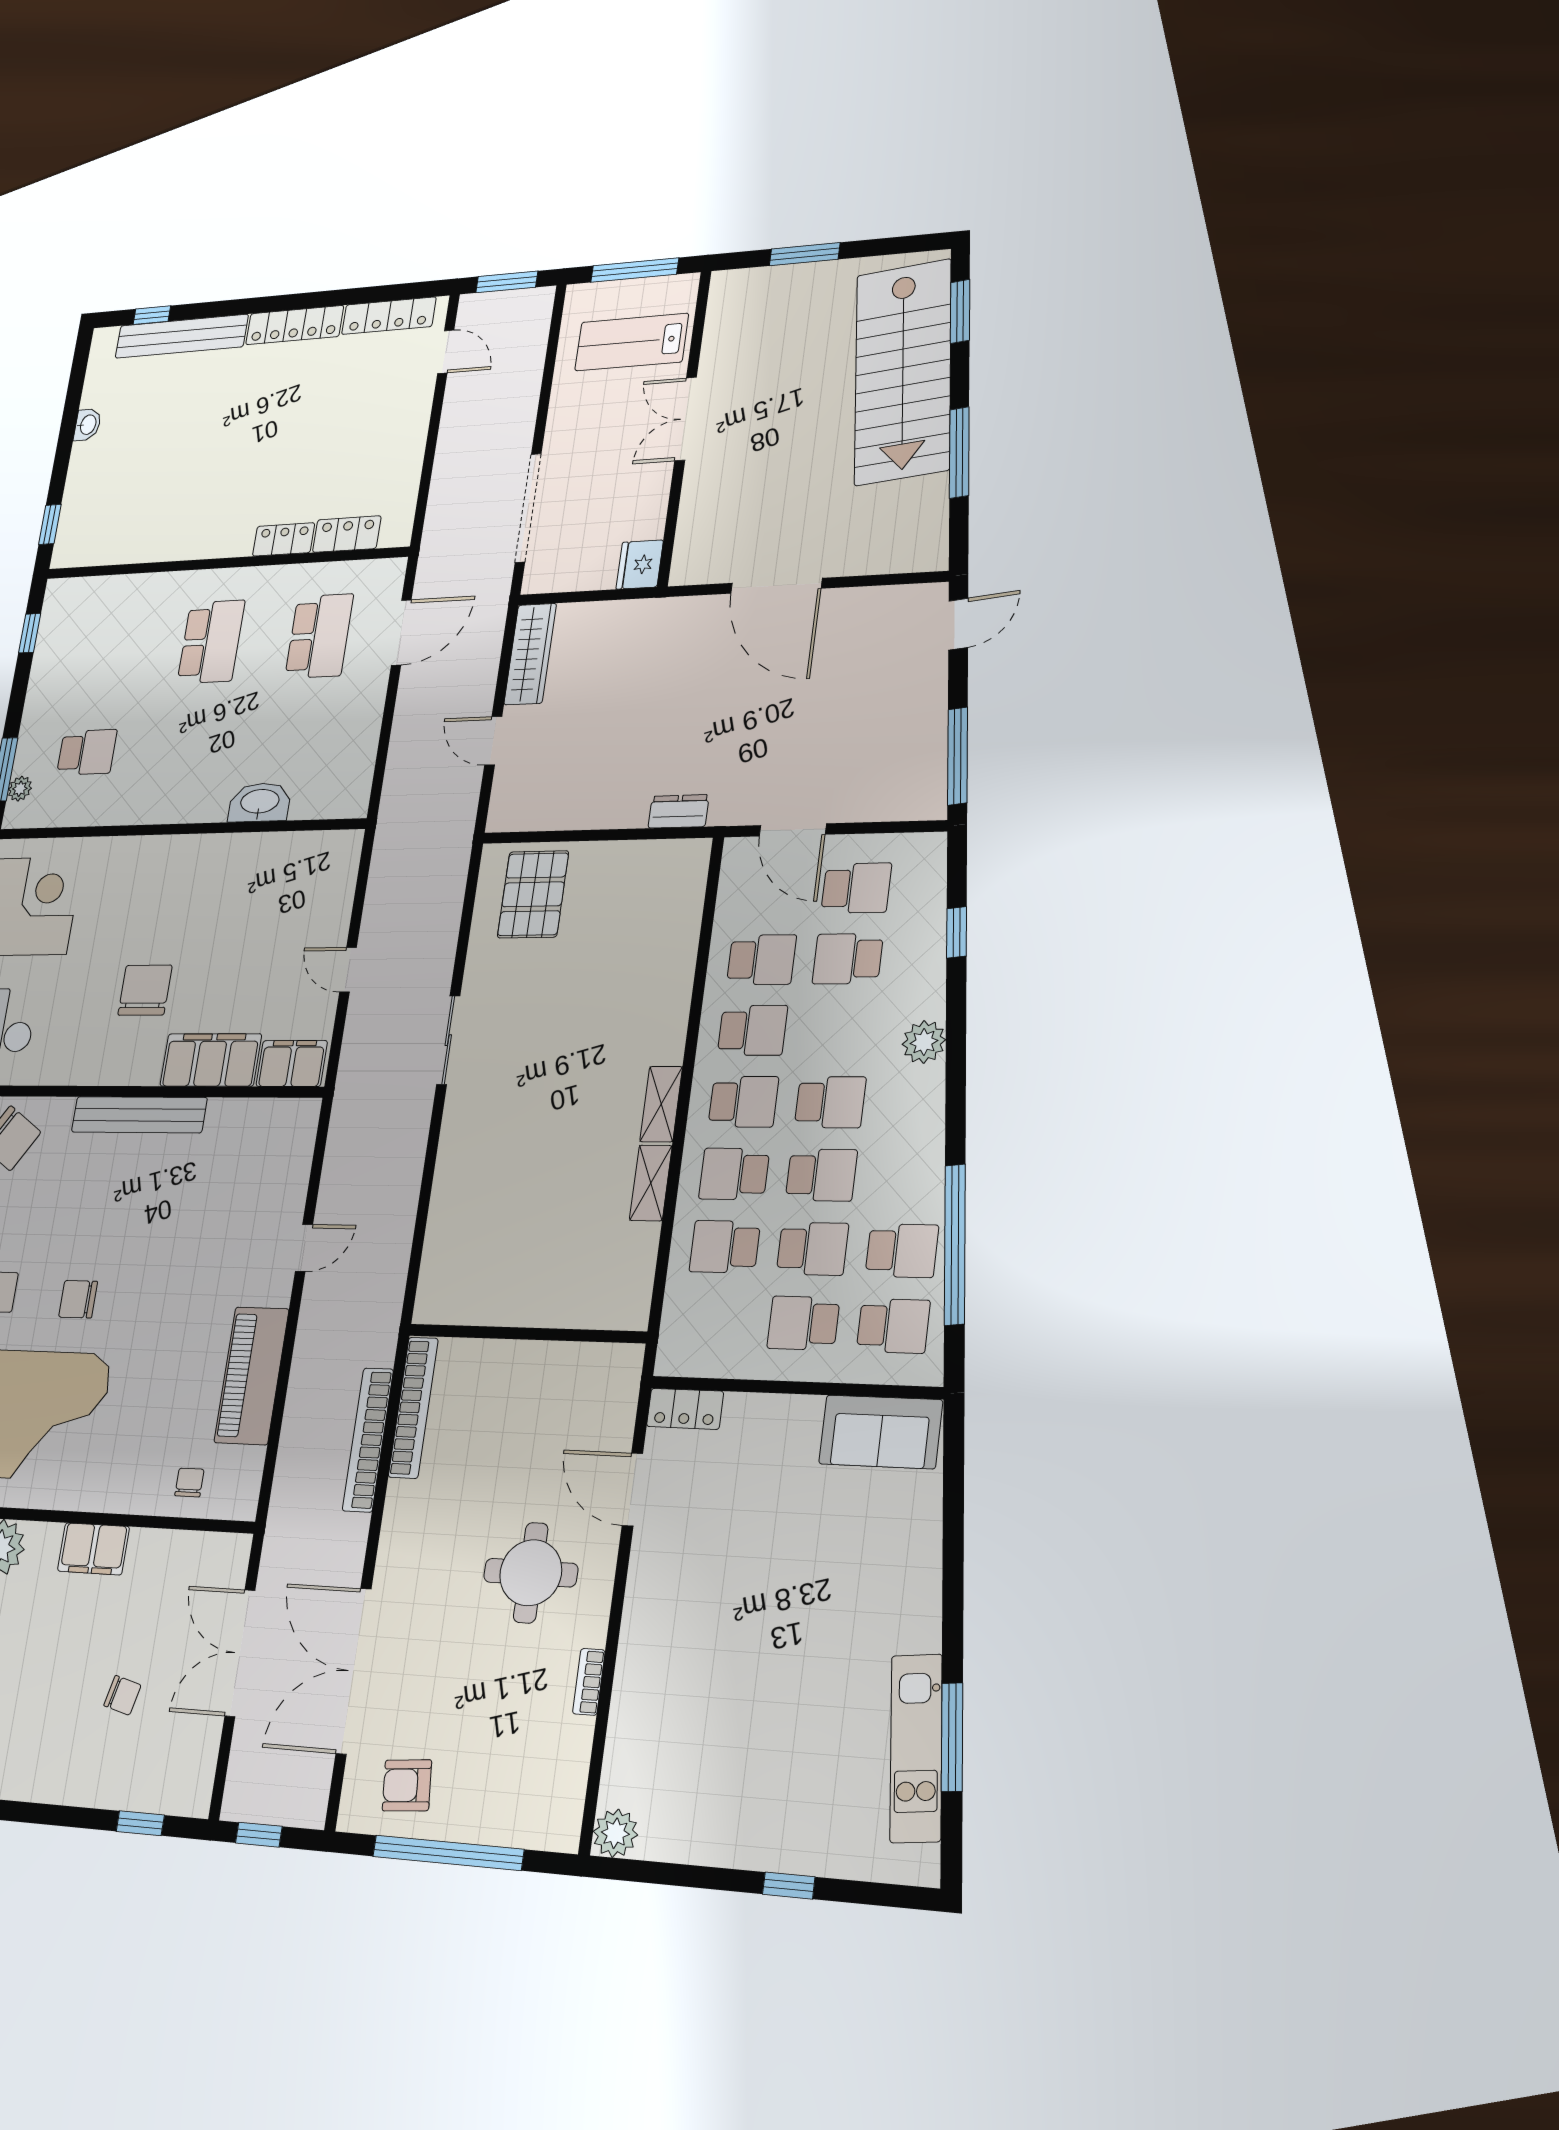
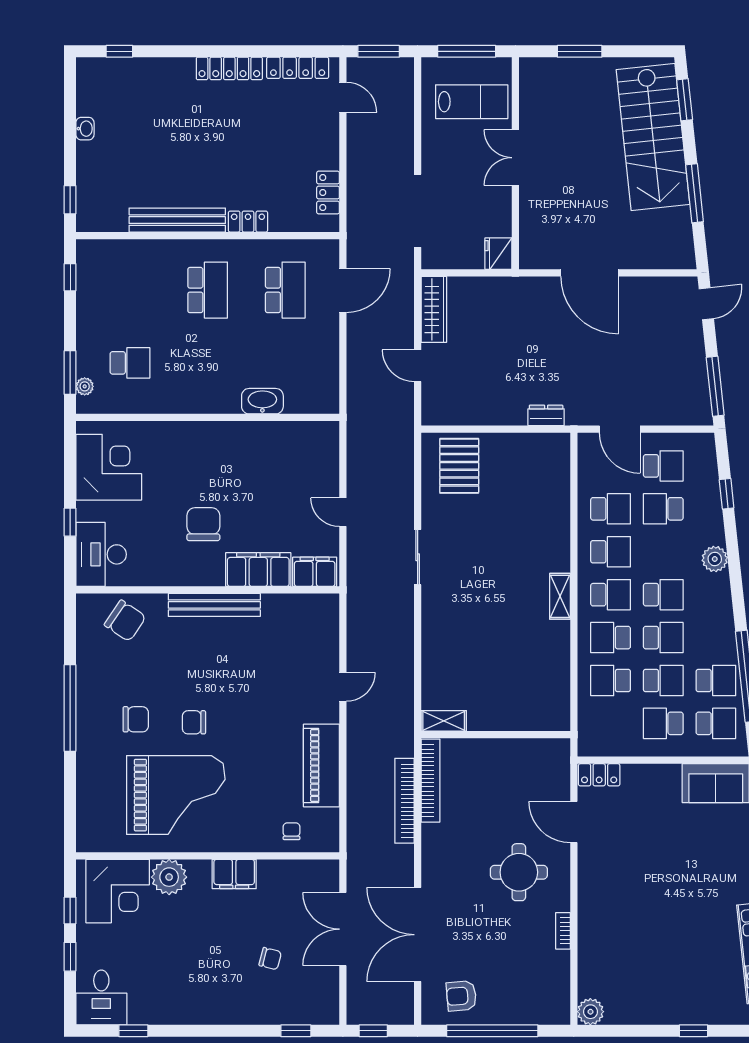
bench: (181, 336) -> (177, 220), moved
lab bench: (632, 342) -> (472, 102), turned 180
locker: (347, 534) -> (328, 193), moved, turned -90
shelving: (651, 1183) -> (444, 721), moved, turned 90

